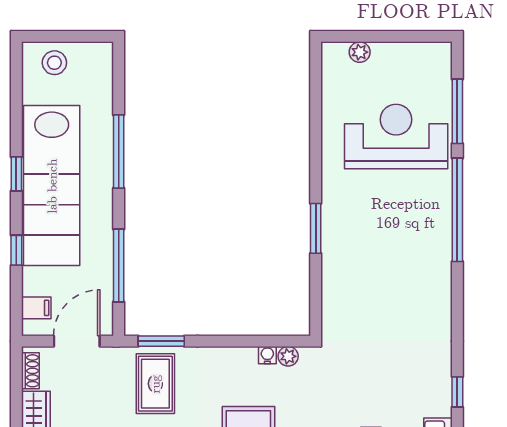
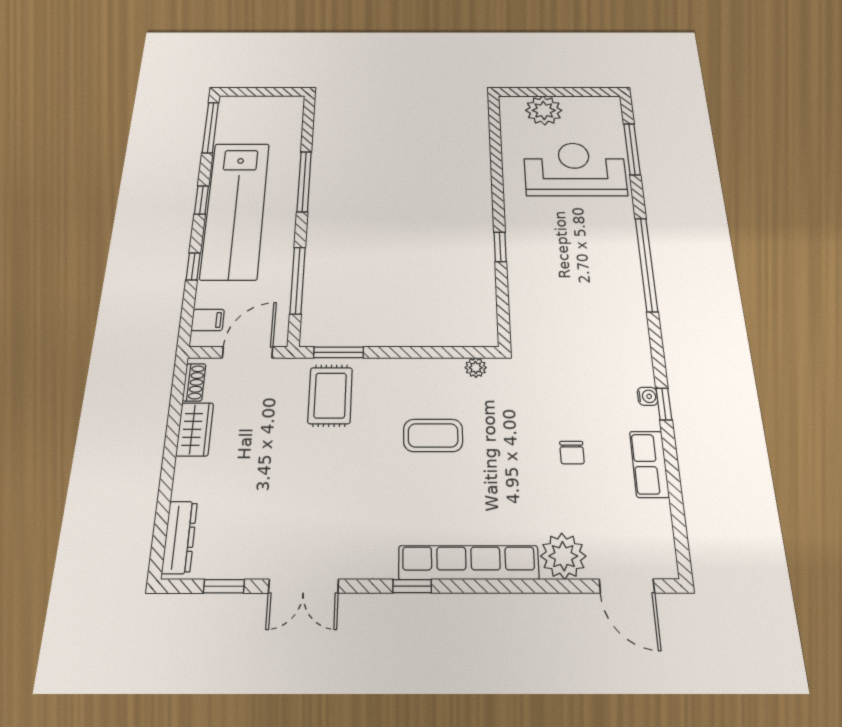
plant: (360, 52) -> (544, 110), width x1.87, depth x1.87
stool: (54, 63) -> (248, 111), removed
window: (16, 84) -> (210, 127), added
window: (457, 210) -> (646, 264), moved
window: (316, 228) -> (500, 247), width x0.67
water cooler: (267, 355) -> (648, 396), moved, turned 90

